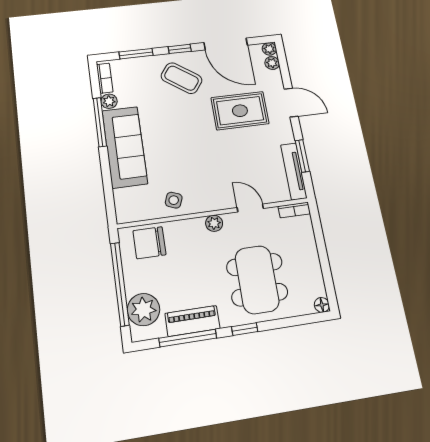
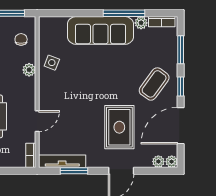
plant: (214, 223) -> (29, 70), moved
chair: (149, 243) -> (21, 39), width x0.54, depth x0.54

